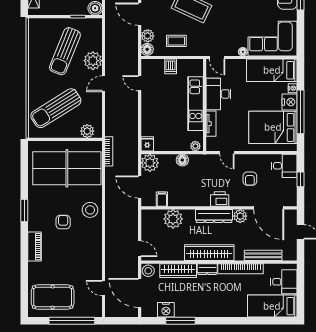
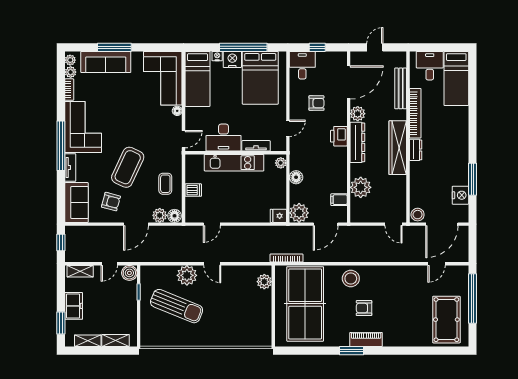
sun lounger: (56, 108) -> (239, 316), removed
piano: (35, 247) -> (366, 339), moved
door: (140, 249) -> (393, 224), swing flipped
wardrobe: (178, 271) -> (417, 182), removed

